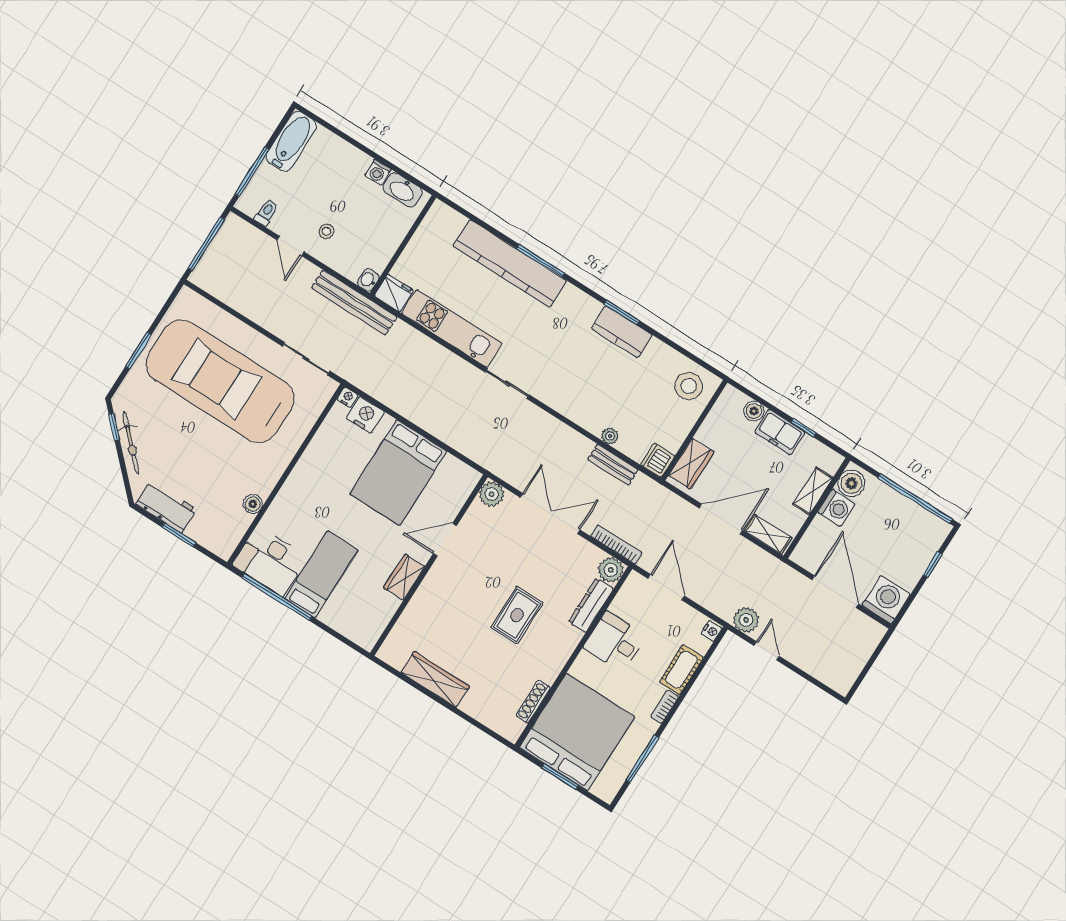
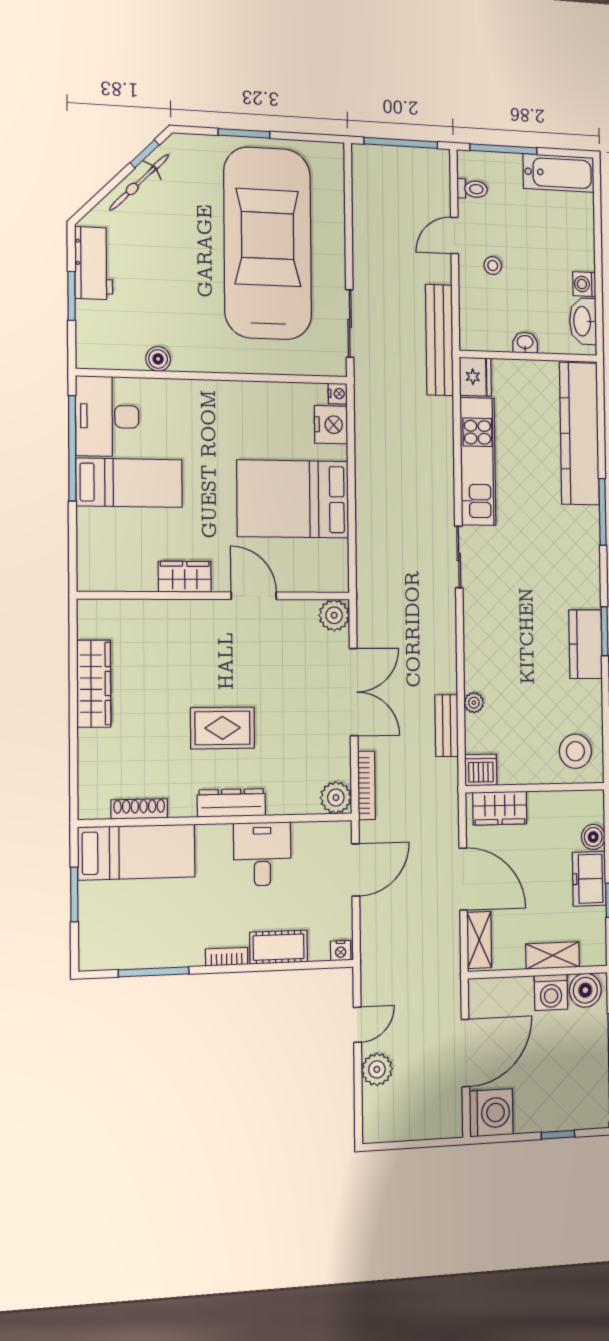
kitchen counter: (510, 263) -> (579, 434), moved
washbasin: (368, 280) -> (525, 343), moved
dresser: (591, 605) -> (231, 803), moved
plant: (746, 620) -> (377, 1069), moved
bed: (577, 732) -> (137, 852), width x0.49

